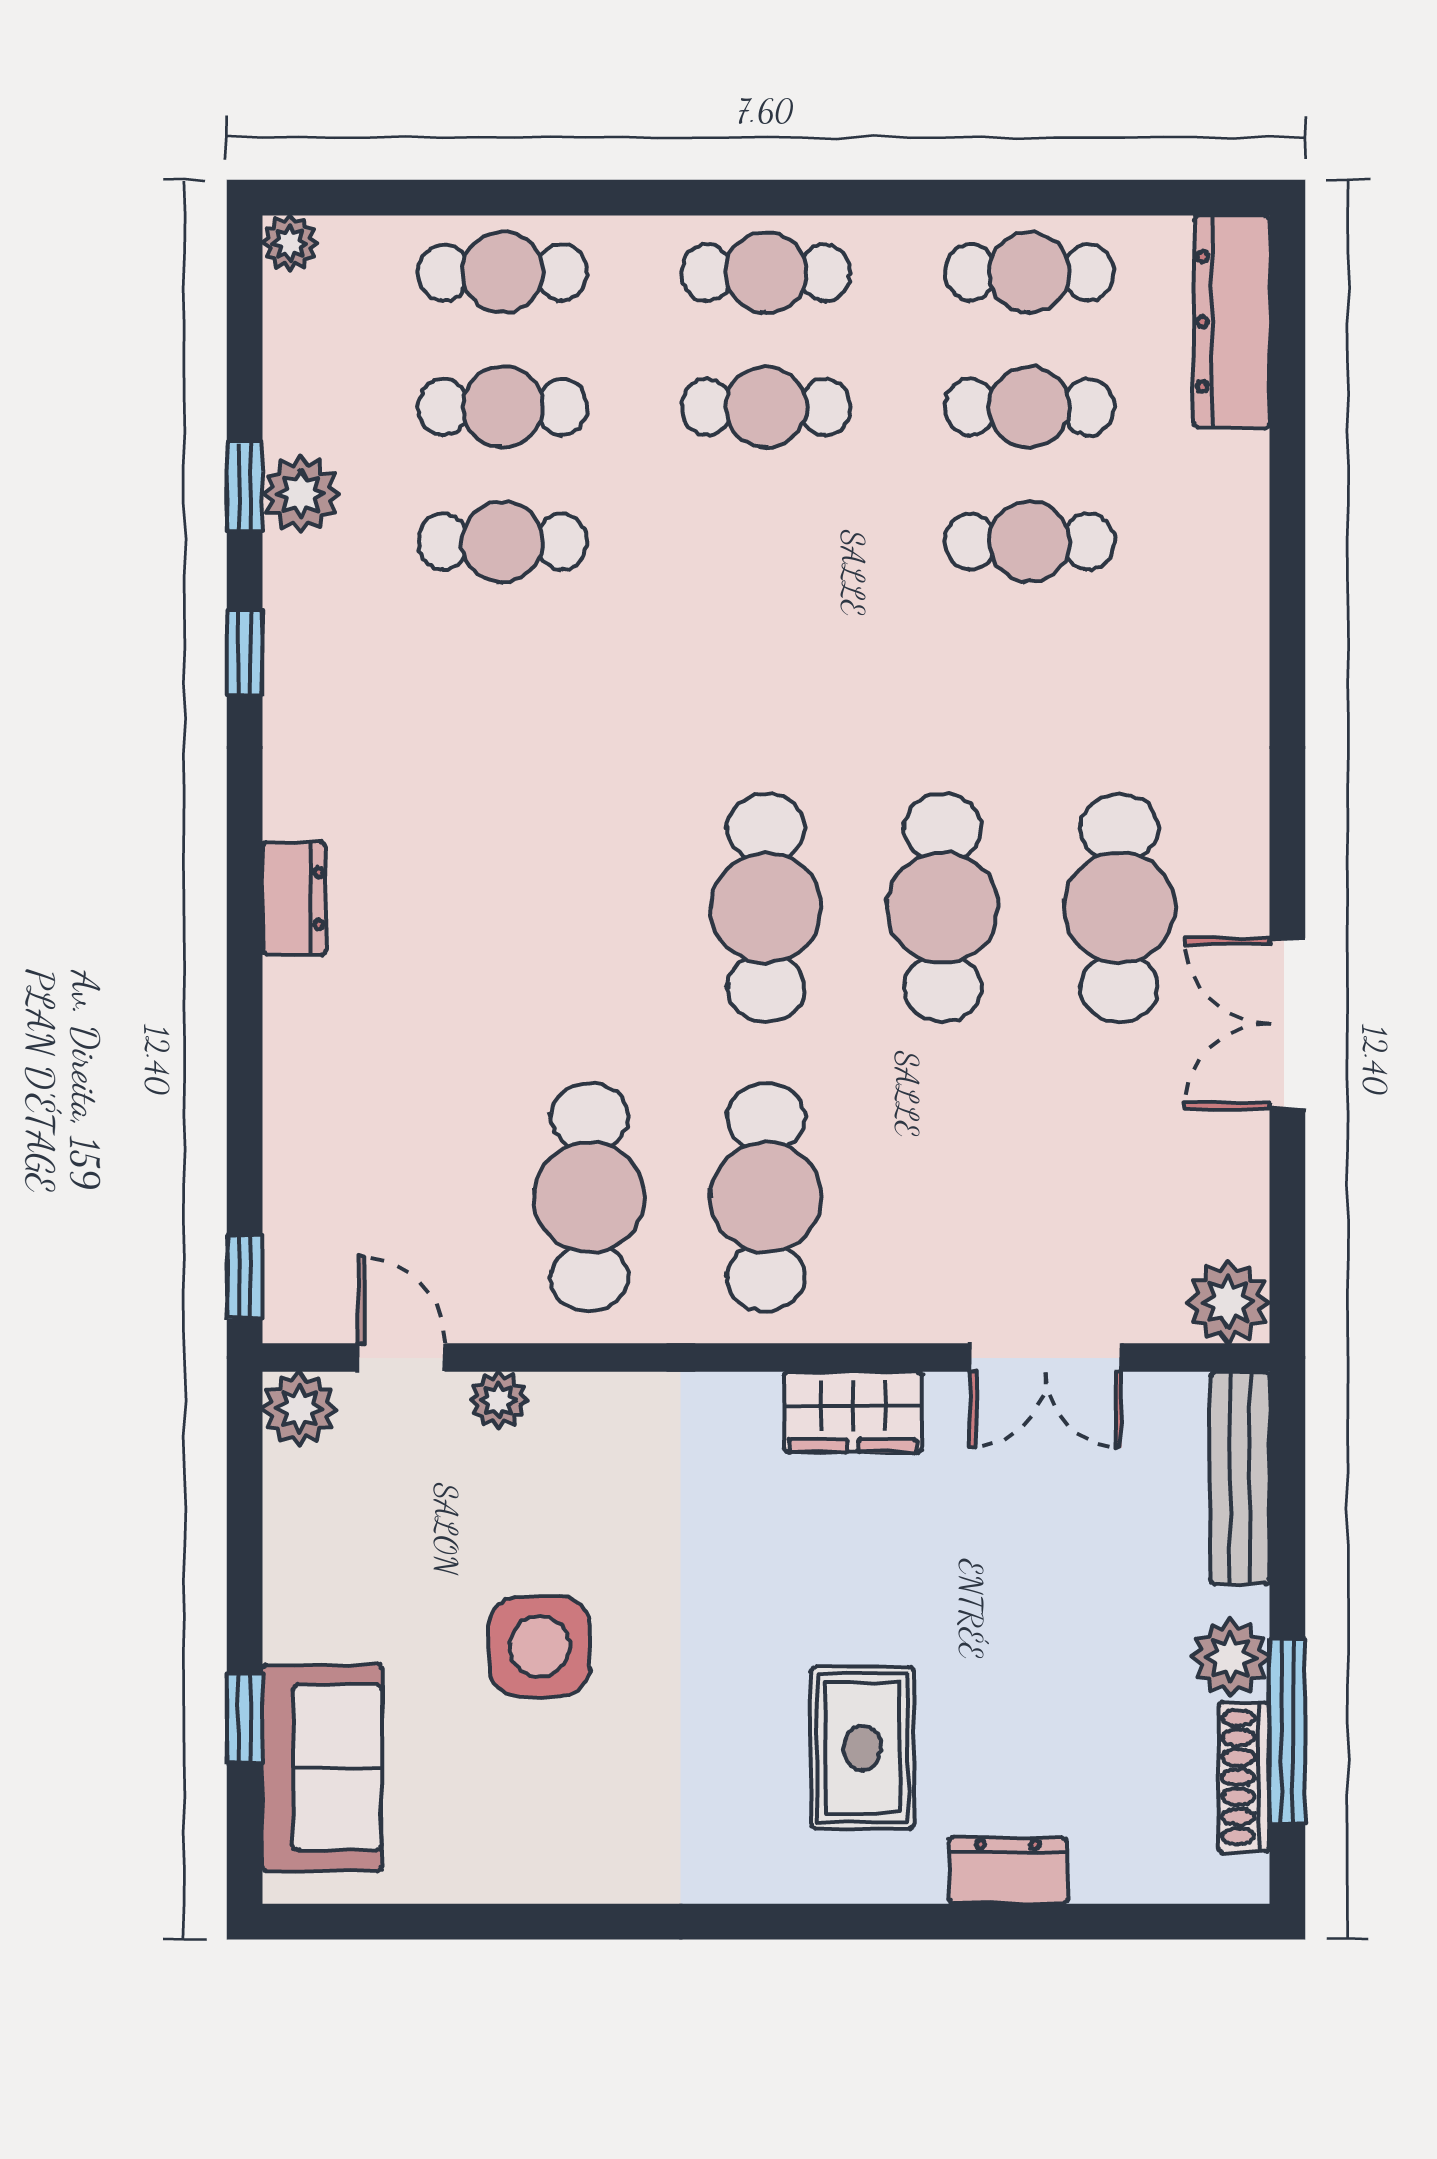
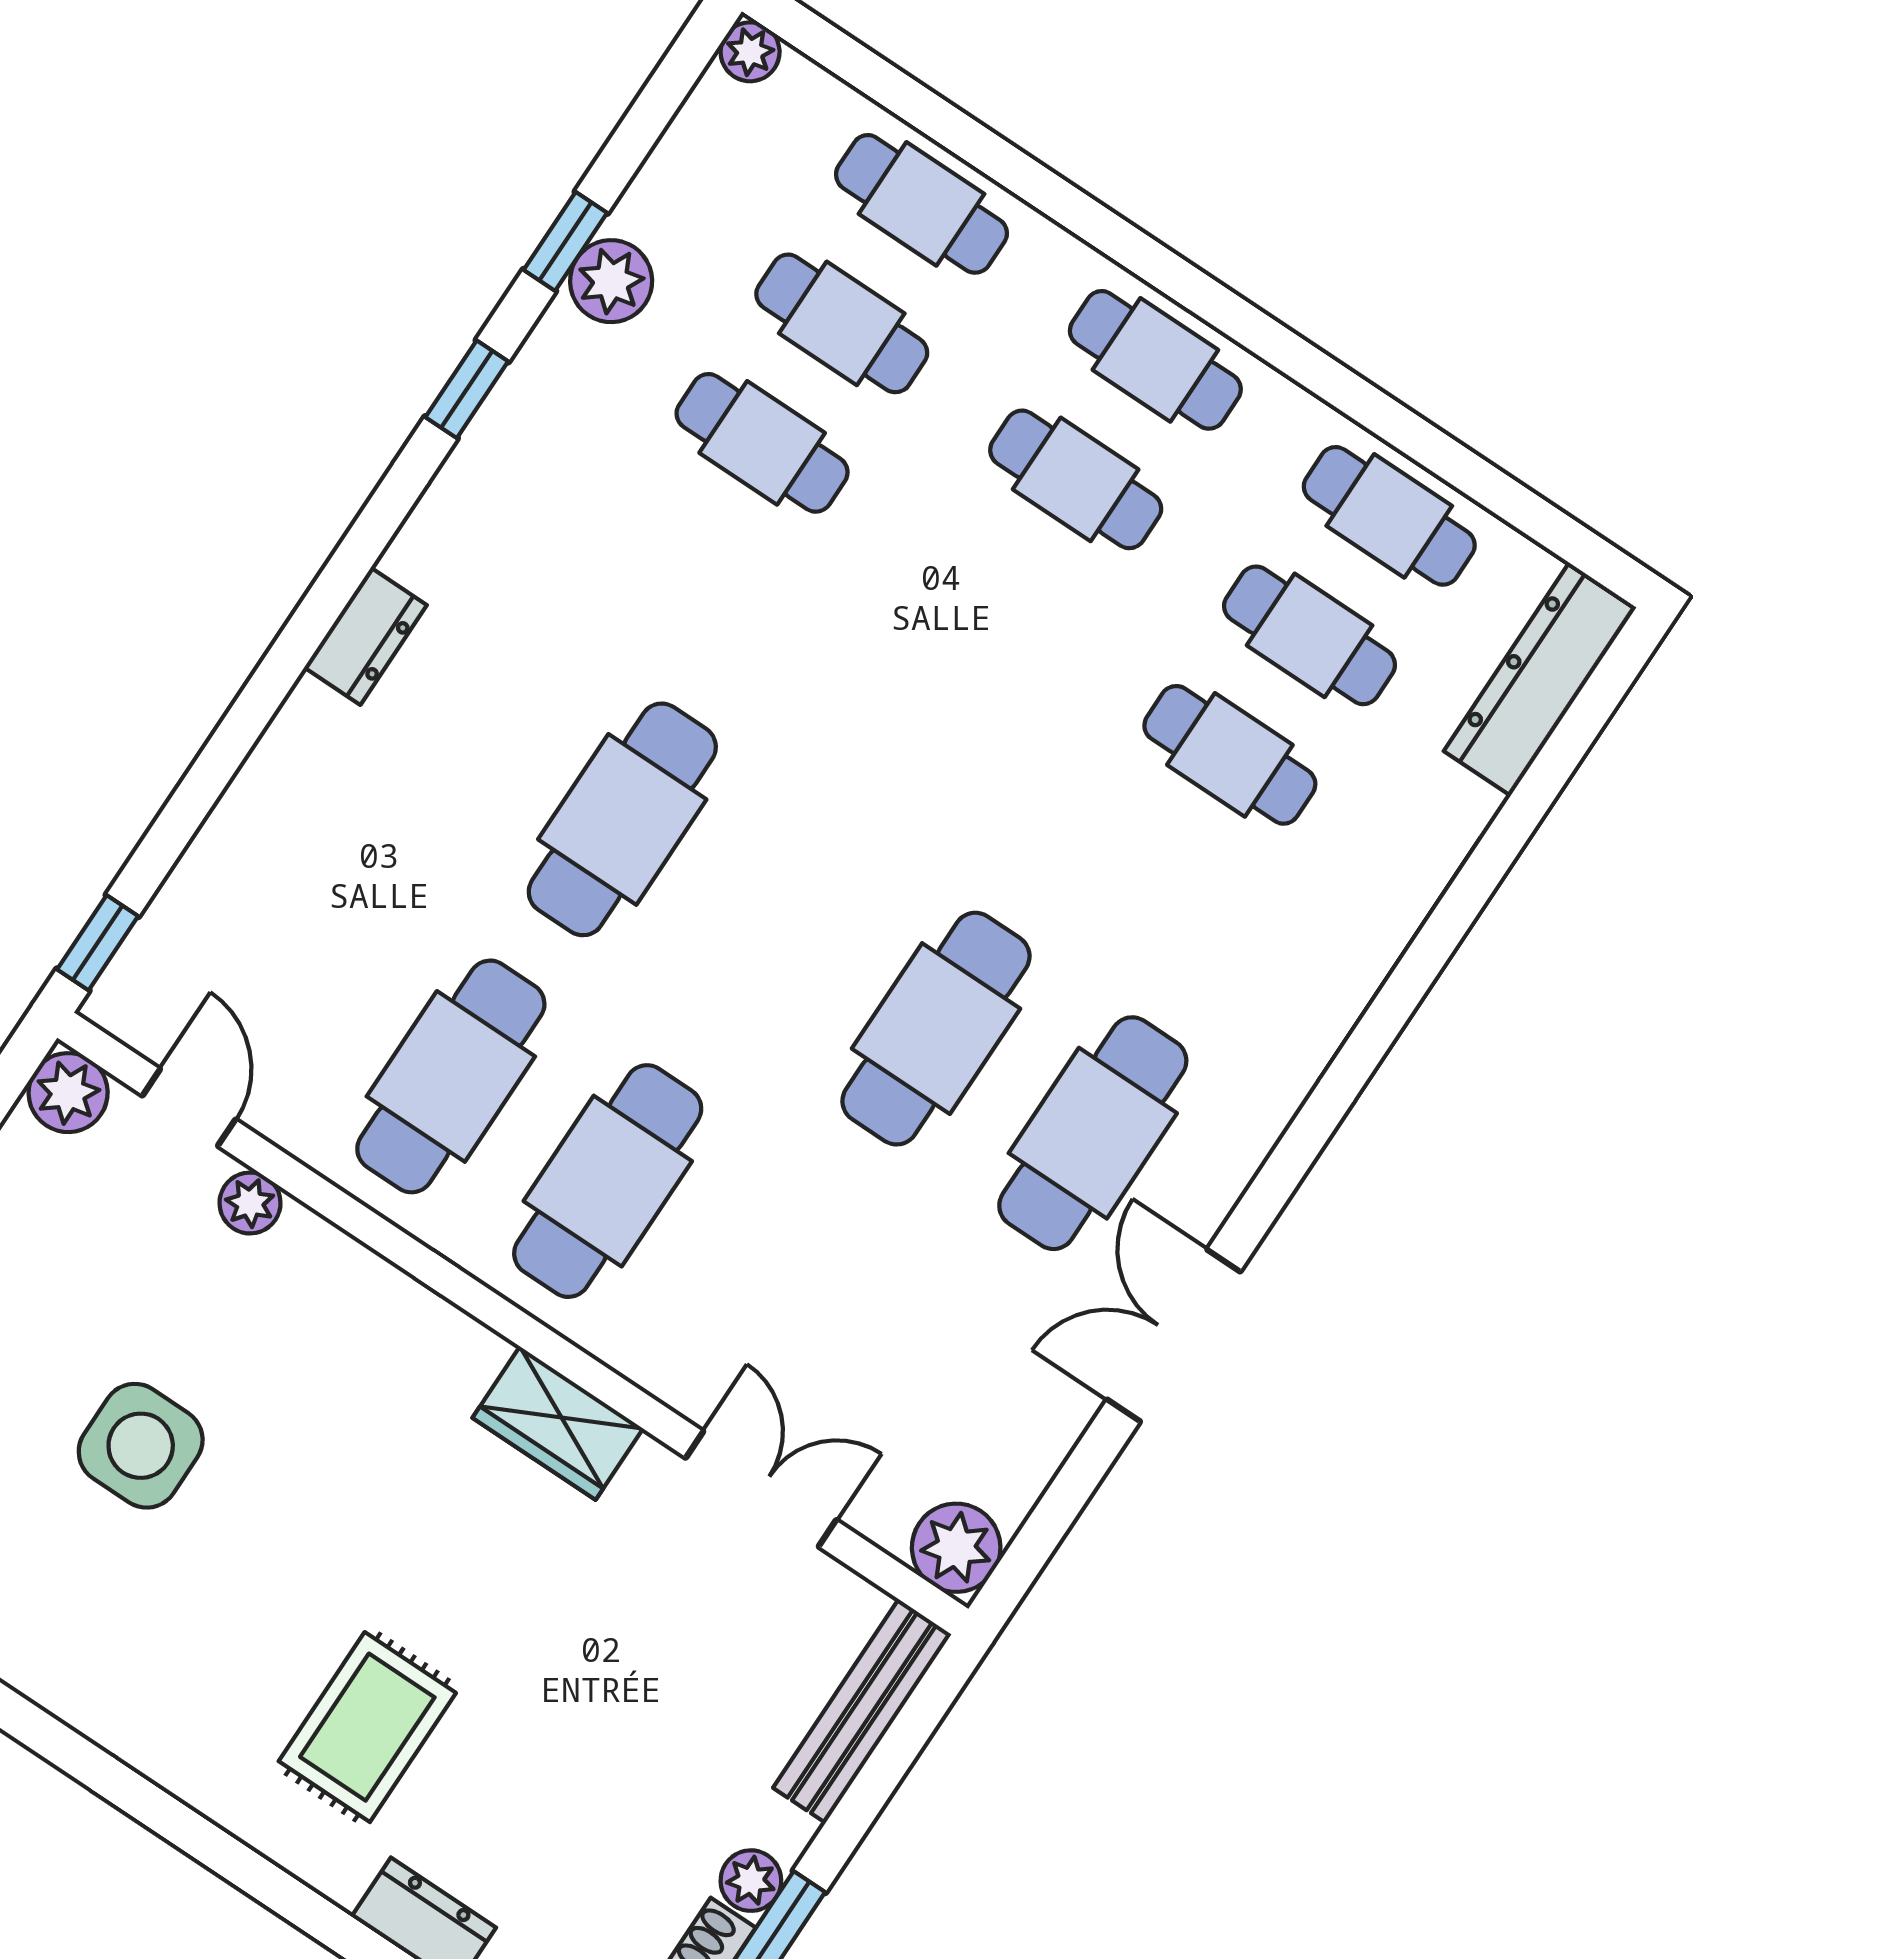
cafe table: (766, 908) -> (622, 819), moved
double door: (1046, 1358) -> (761, 1489), swing flipped
plant: (1231, 1657) -> (751, 1881), width x0.73, depth x0.73

